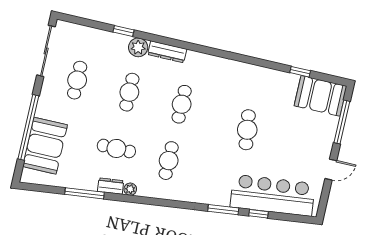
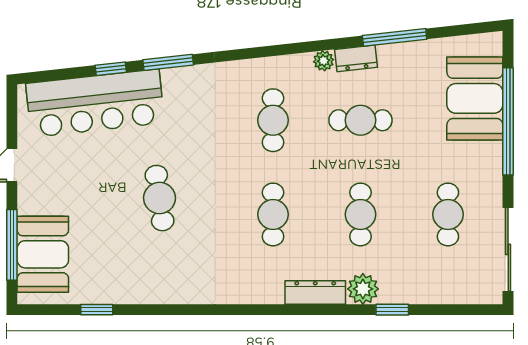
booth: (320, 96) -> (43, 254), moved, turned 90

